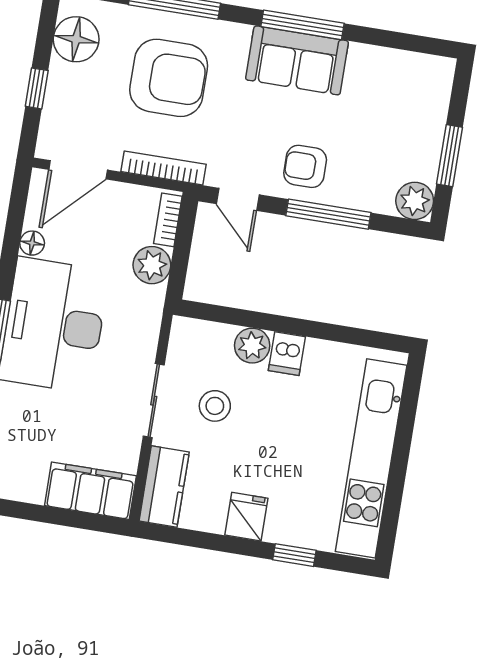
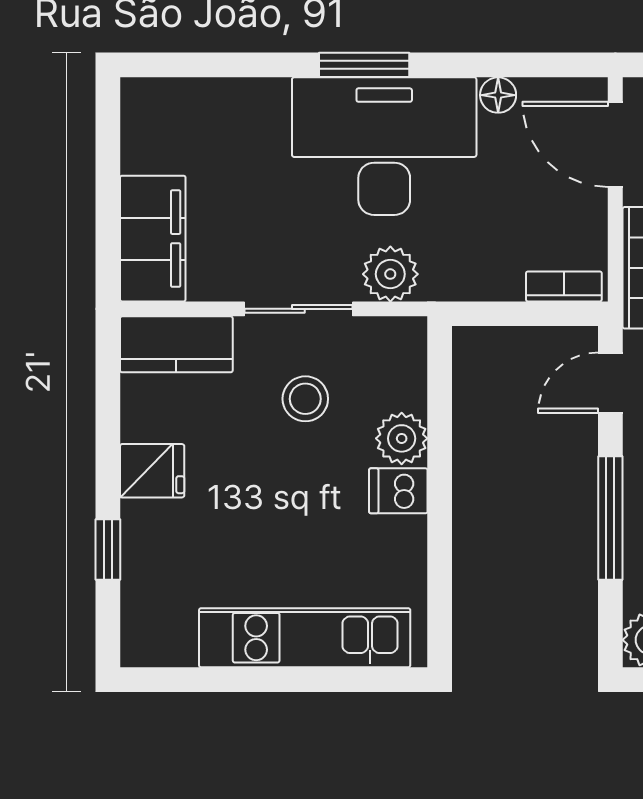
plant: (152, 265) -> (390, 274), moved
kitchen unit: (371, 458) -> (305, 638), width x0.73

